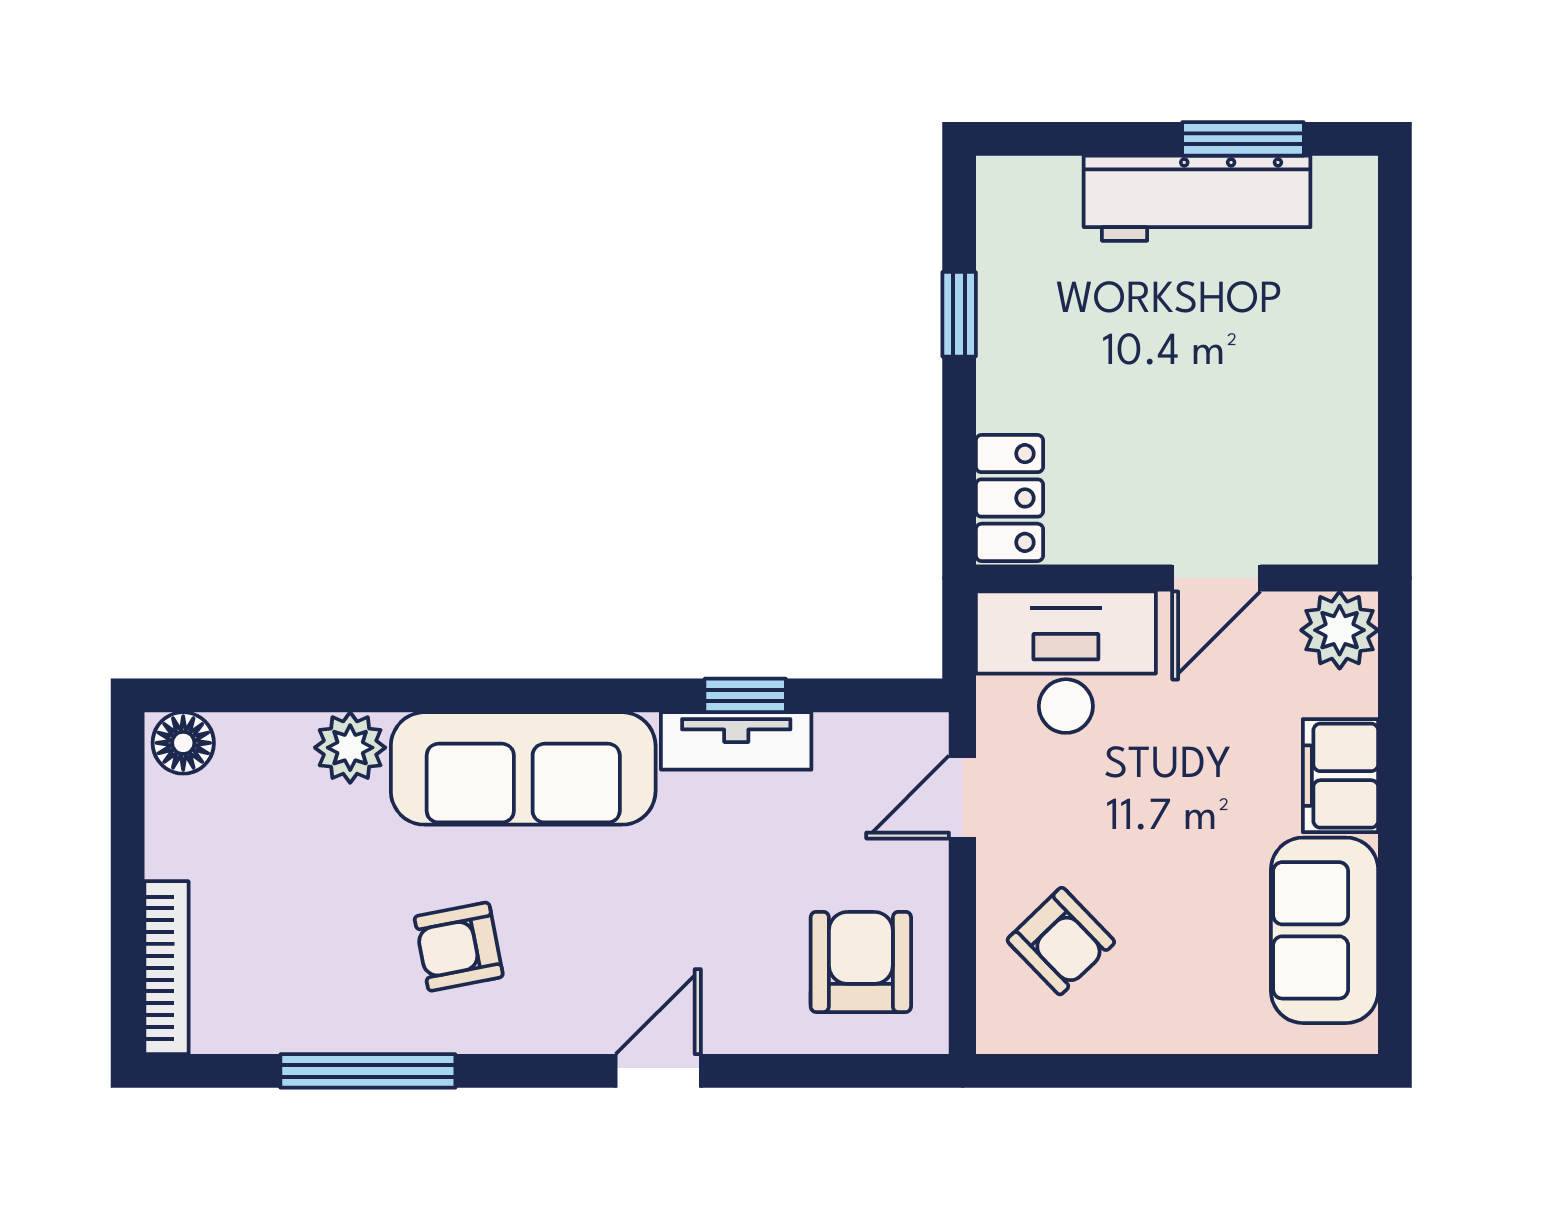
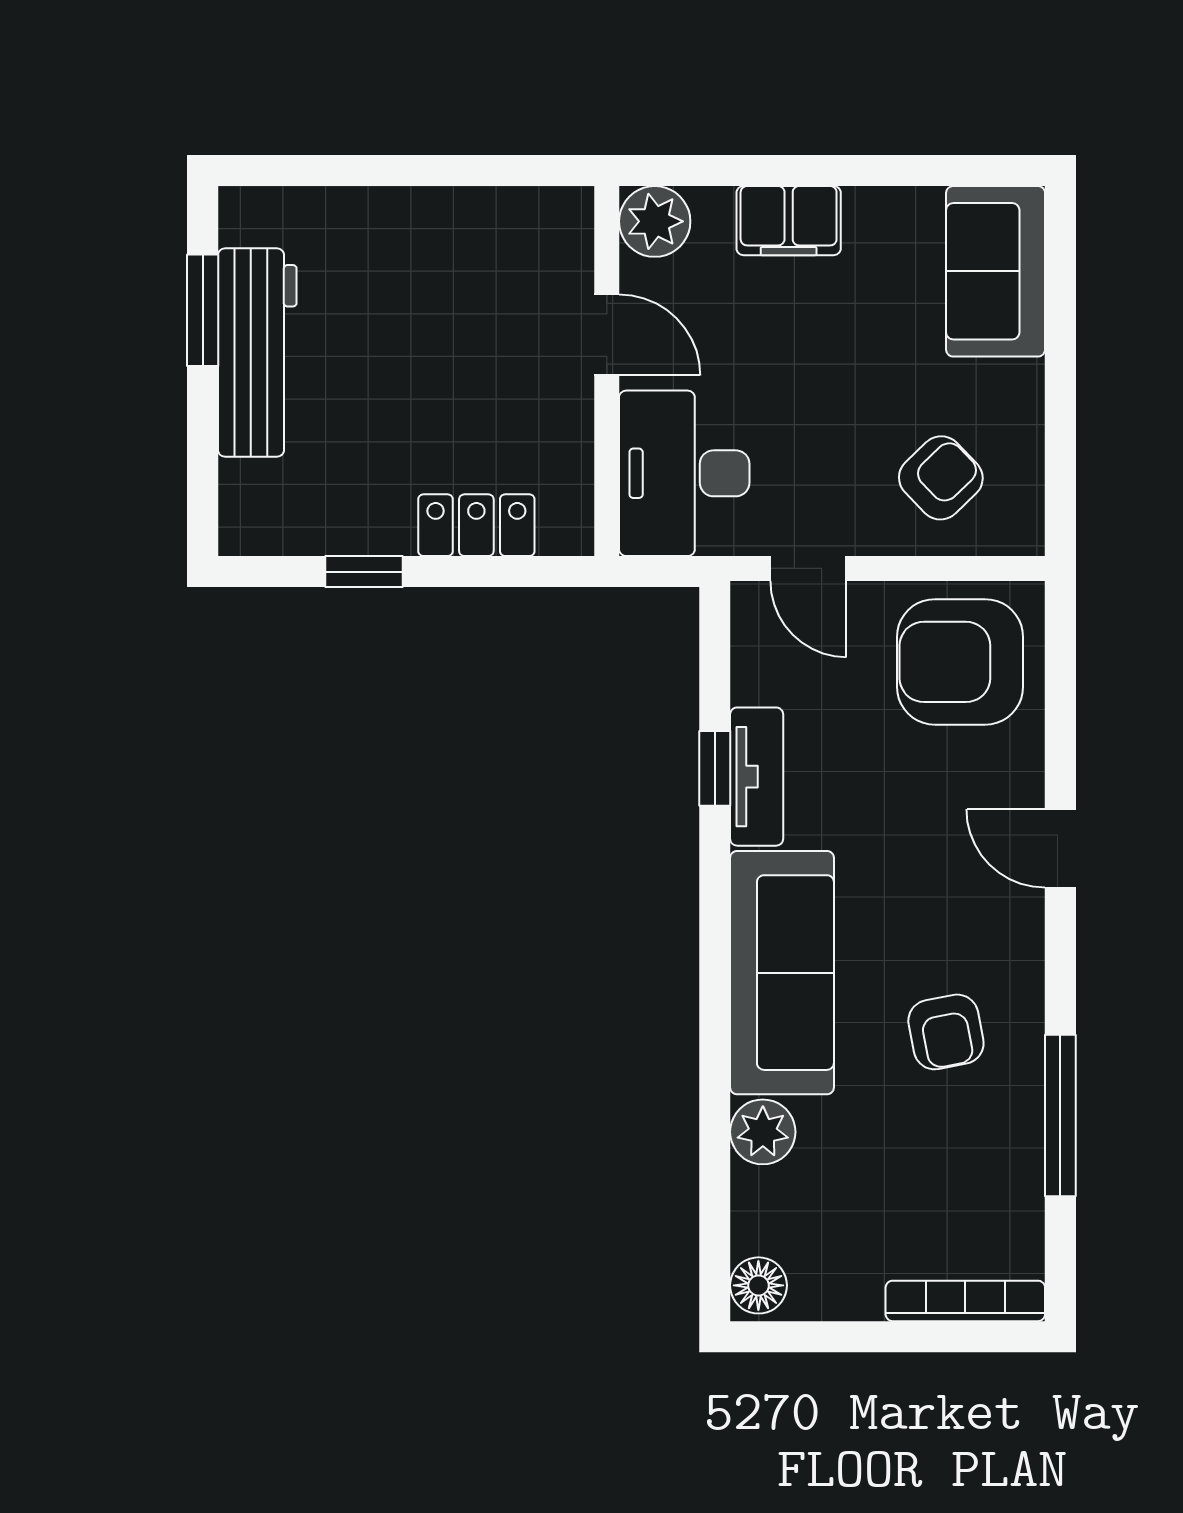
locker: (1009, 498) -> (476, 525), moved
sofa: (1325, 930) -> (996, 271), moved, turned 90
armchair: (861, 962) -> (960, 662), width x1.36, depth x1.36

